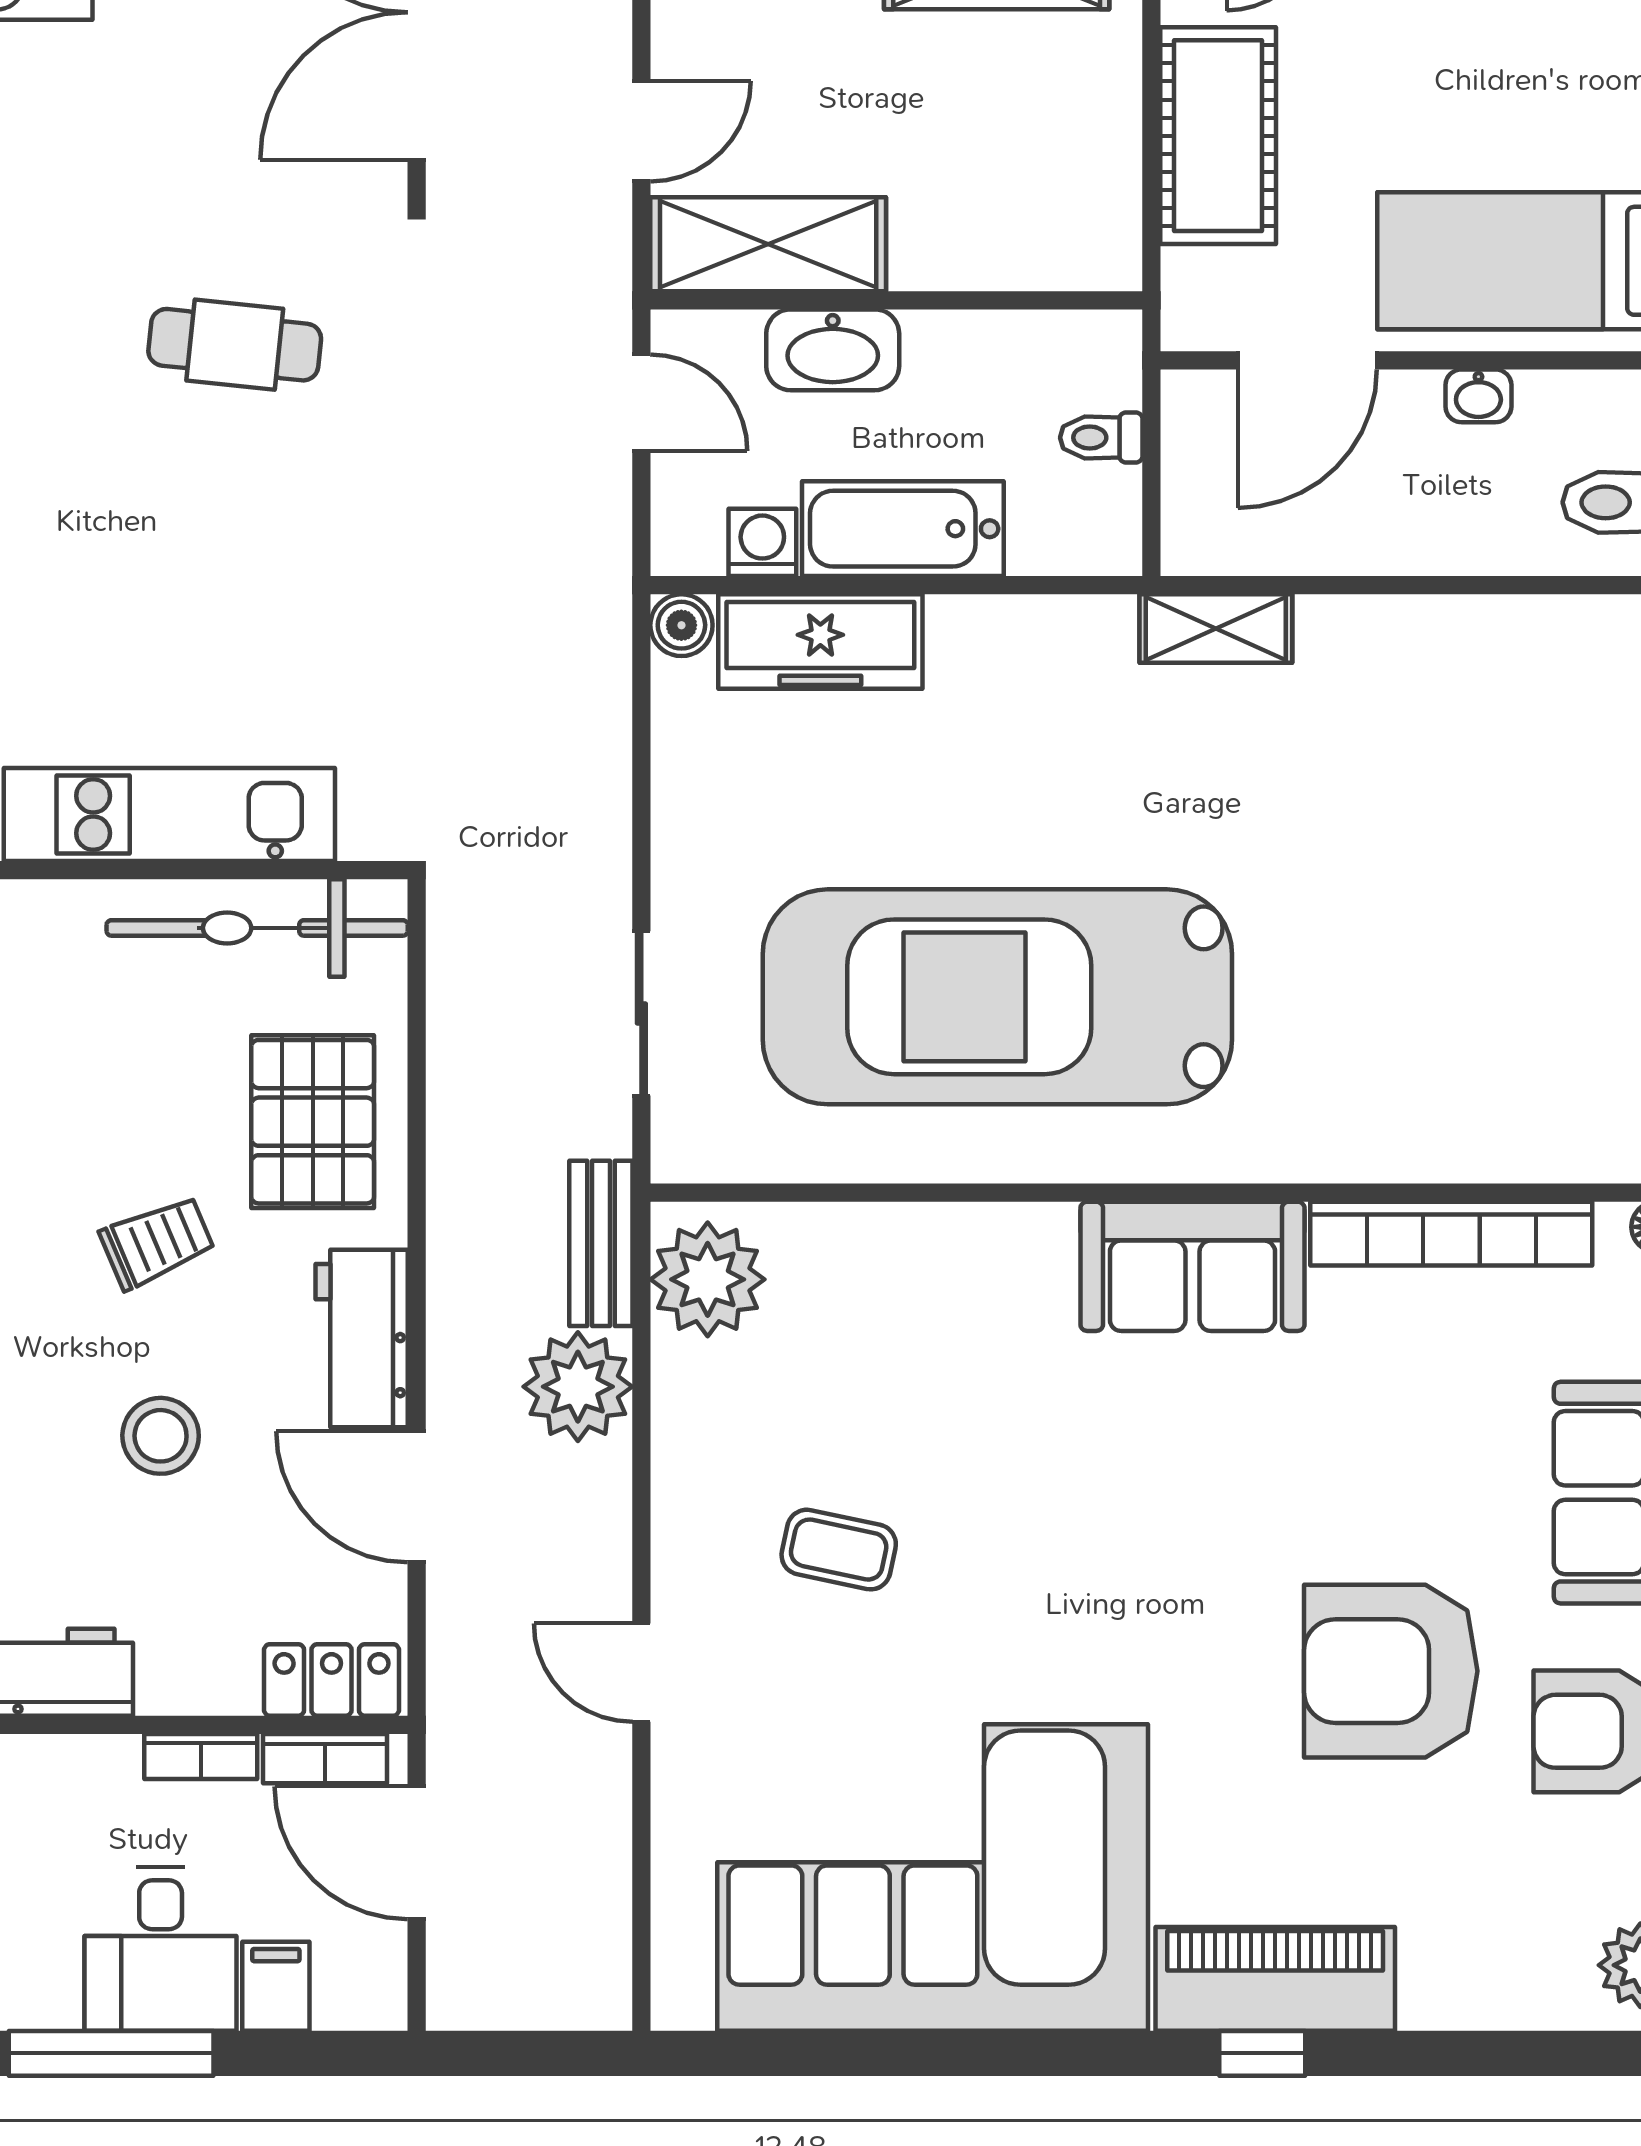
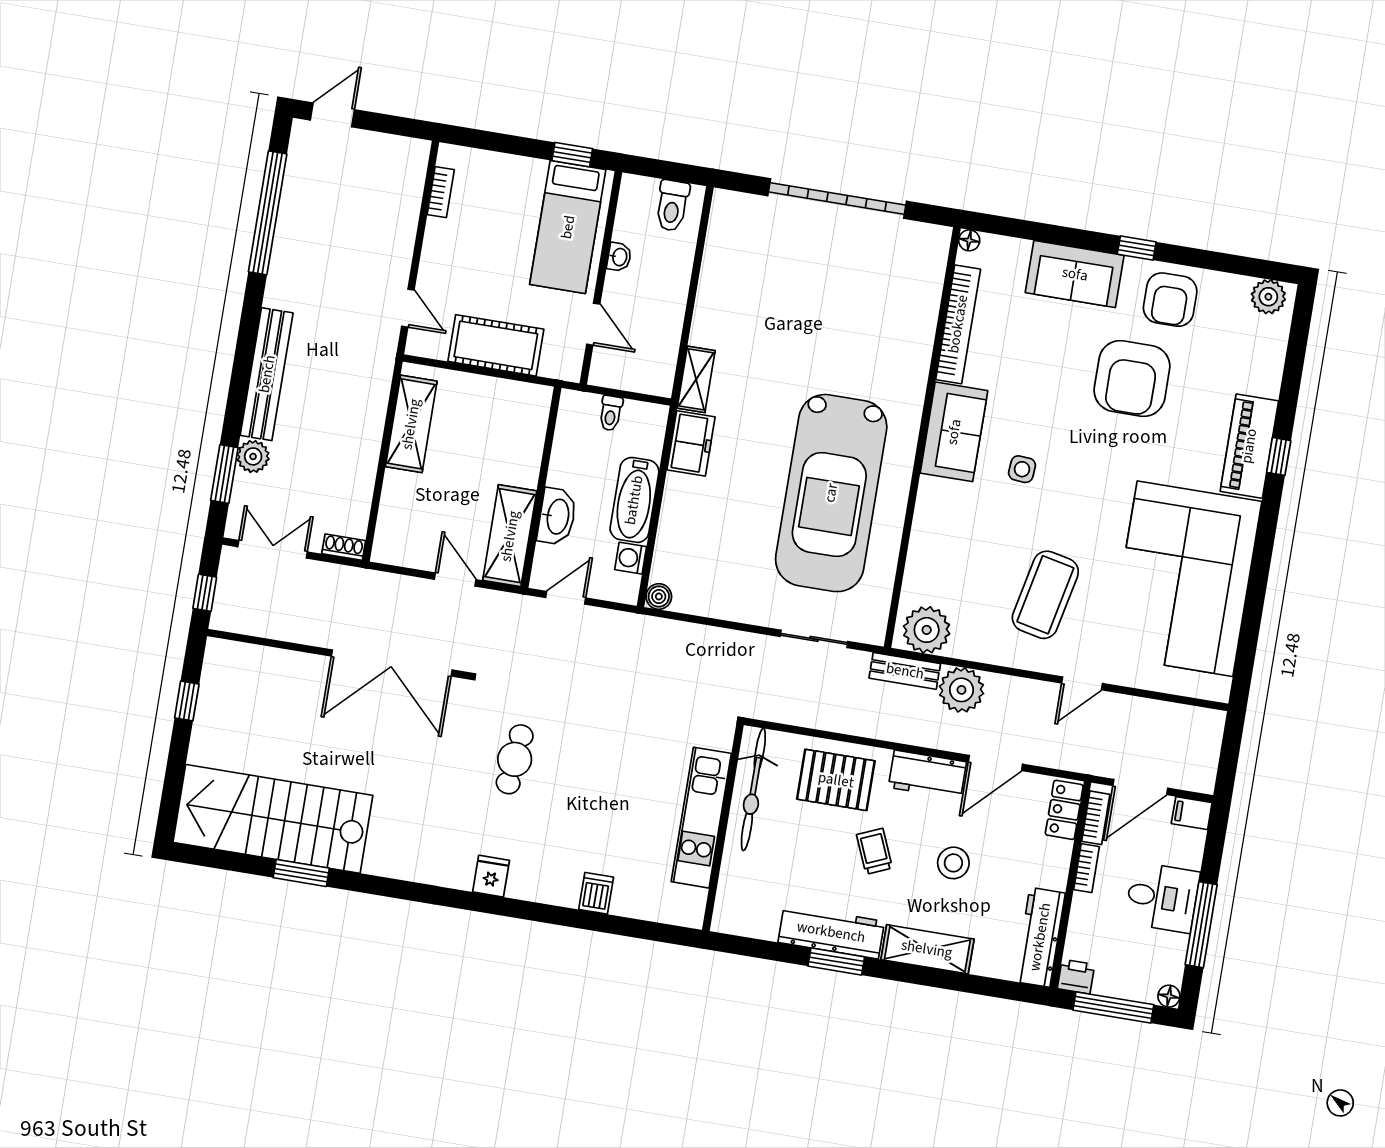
door: (1307, 360) -> (593, 324), width x0.73
freezer: (820, 642) -> (691, 443), moved, width x0.71
side table: (1130, 1444) -> (1022, 469), added
coffee table: (839, 1550) -> (1045, 595), width x1.86, depth x1.72
filing cabinet: (276, 1986) -> (1192, 813), moved

